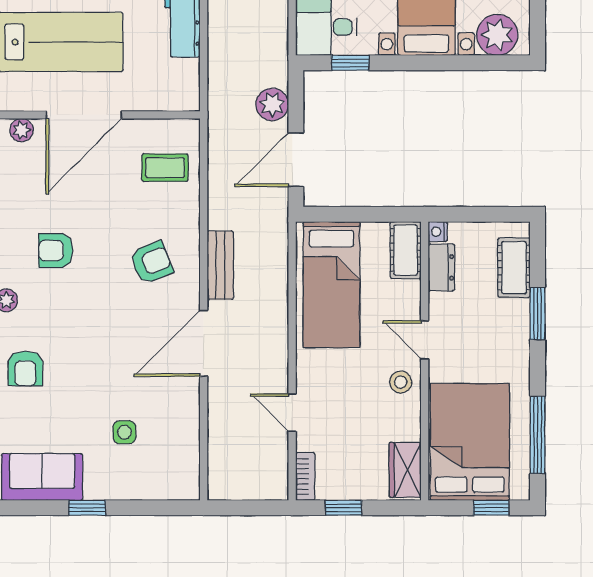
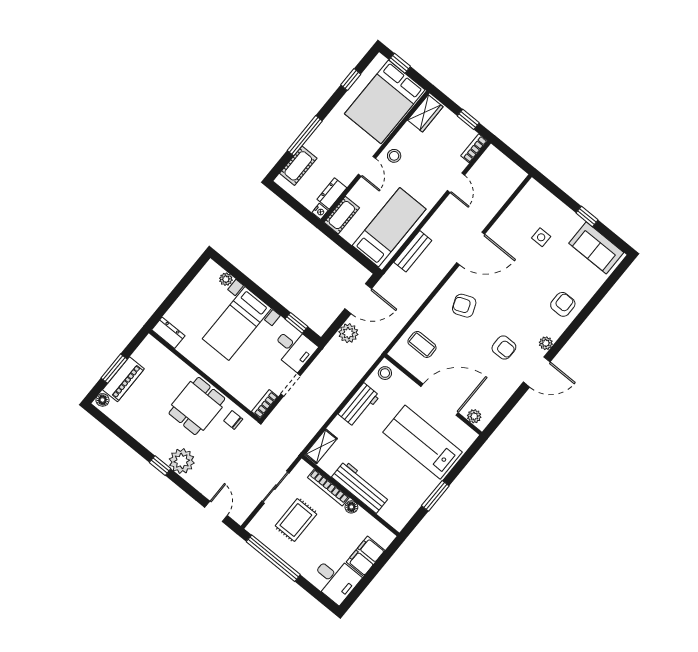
plant: (497, 35) -> (226, 279), width x0.53, depth x0.53
stool: (183, 92) -> (385, 373), added
bench: (220, 265) -> (413, 251), moved
window: (538, 313) -> (305, 136), width x1.44
window: (538, 435) -> (351, 80), width x0.46

